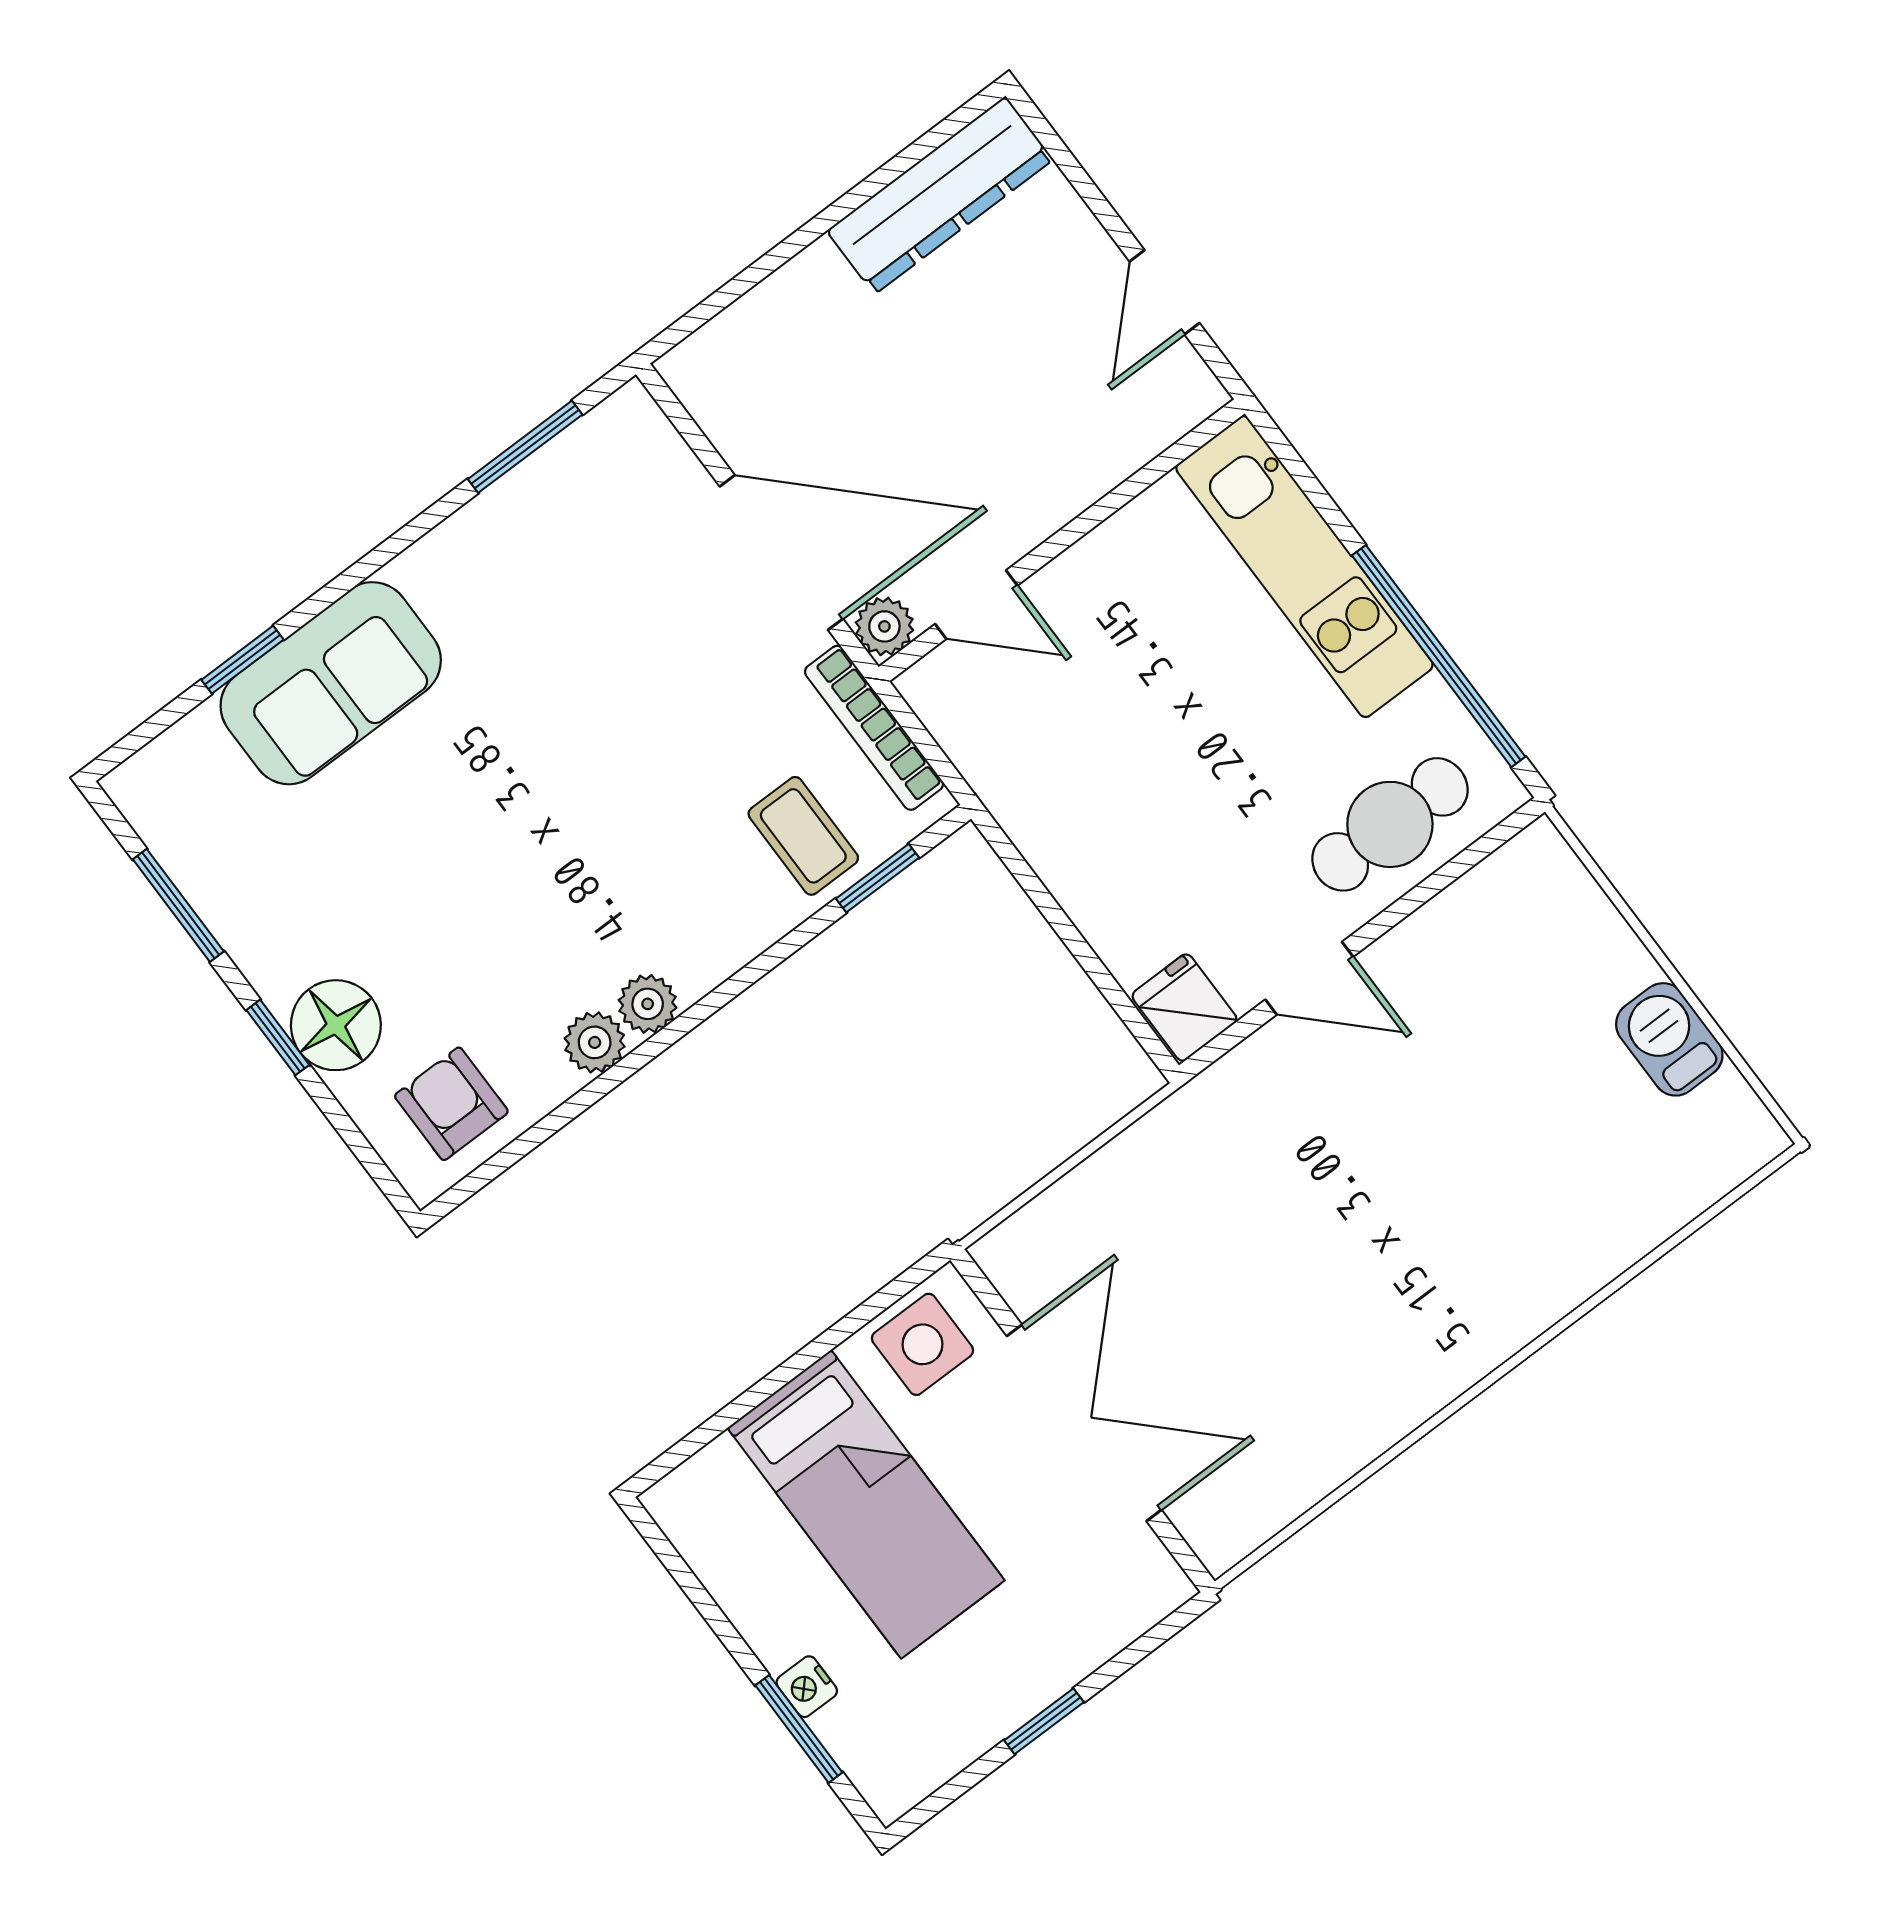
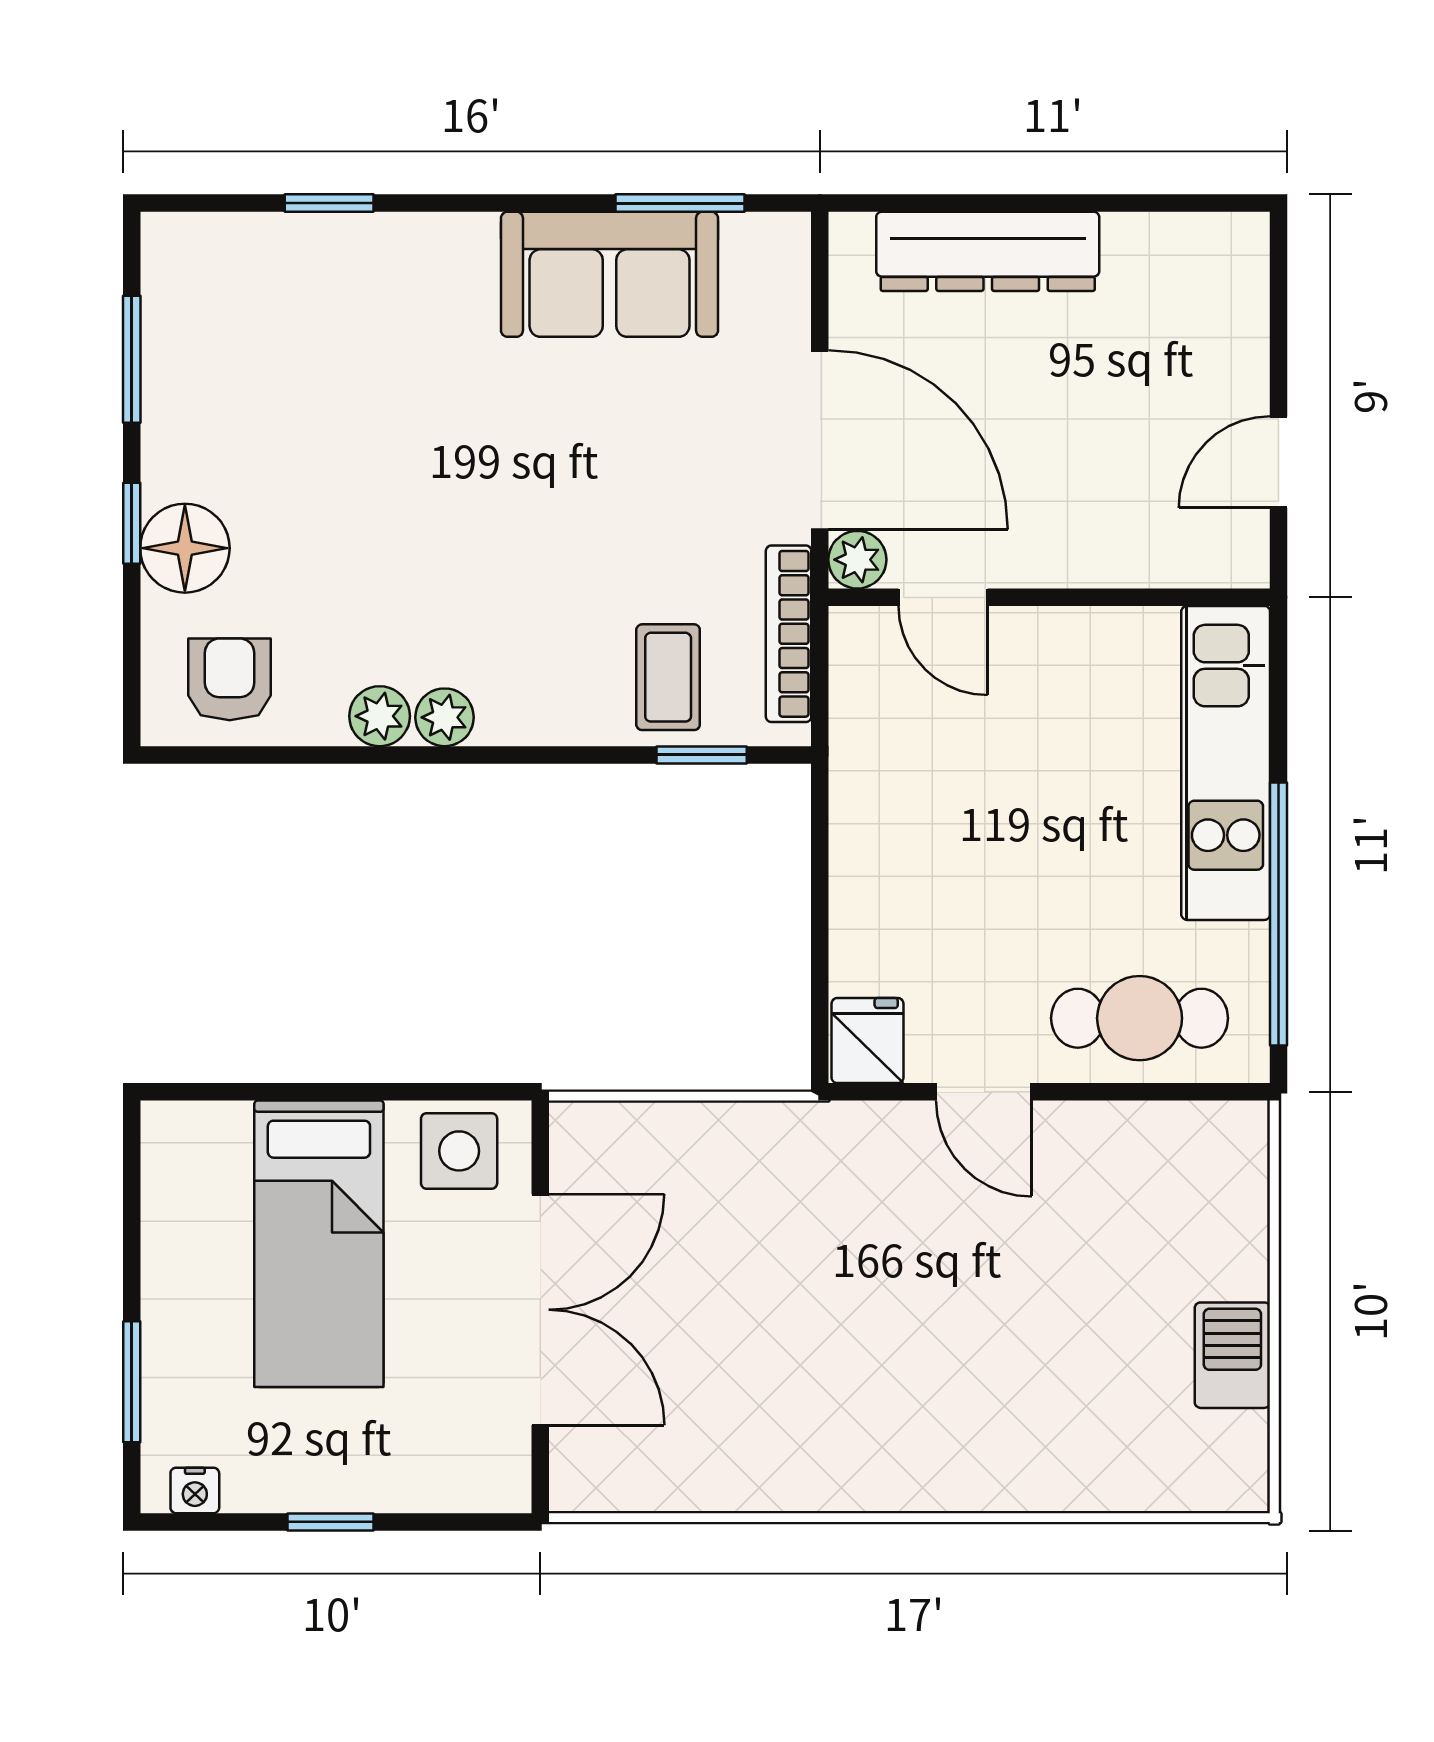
dresser: (940, 195) -> (988, 251), moved
sofa: (331, 683) -> (610, 274), moved
nightstand: (807, 1687) -> (195, 1490), moved, turned -90

